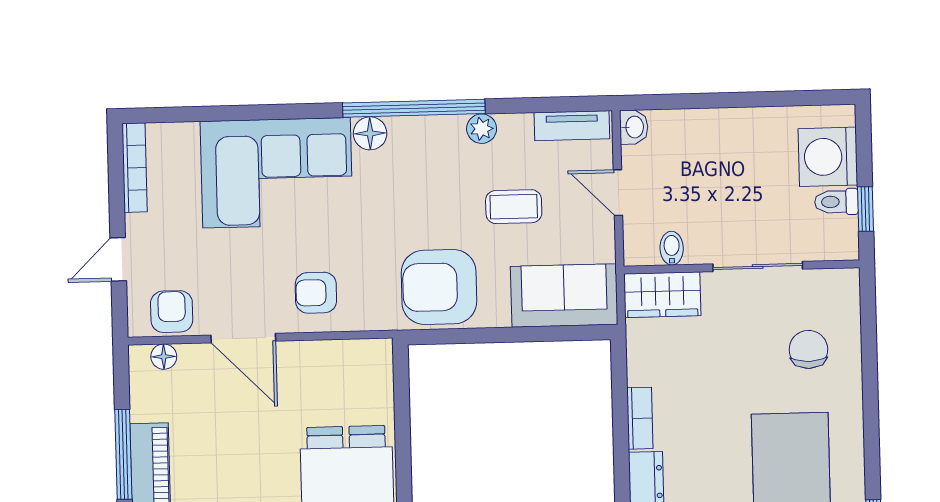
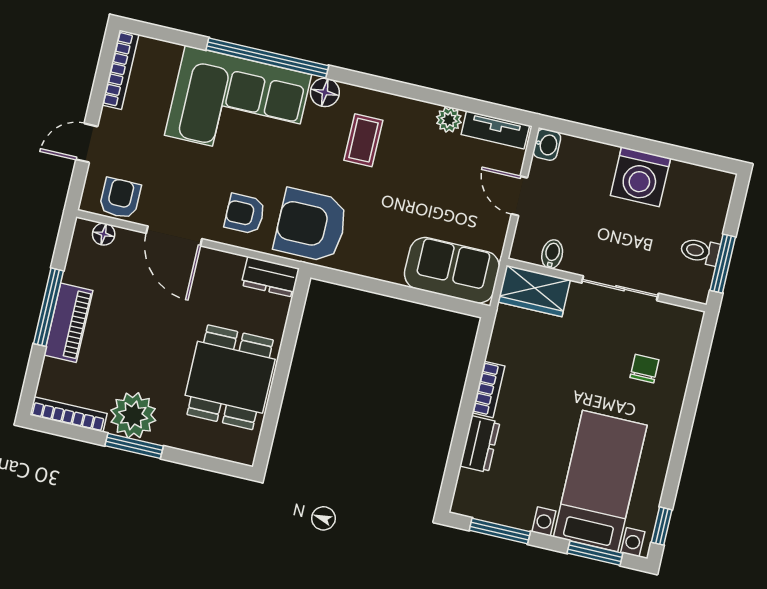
window: (414, 108) -> (267, 58), moved
plant: (482, 129) -> (449, 120), moved
washing machine: (828, 157) -> (640, 177), moved, turned -90
coffee table: (514, 207) -> (363, 140), moved, turned 90
window: (865, 209) -> (723, 264), width x1.50
armchair: (439, 287) -> (311, 225), moved
chair: (808, 349) -> (644, 369), width x0.73, depth x0.73
dresser: (363, 356) -> (270, 277), added

